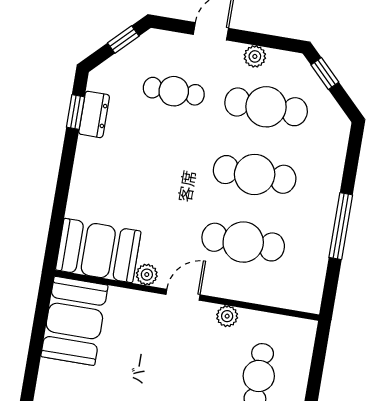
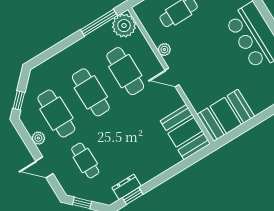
window: (341, 226) -> (99, 23), moved
plant: (147, 275) -> (124, 26), moved, width x1.88, depth x1.88

